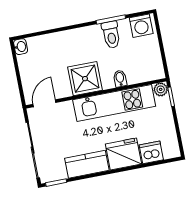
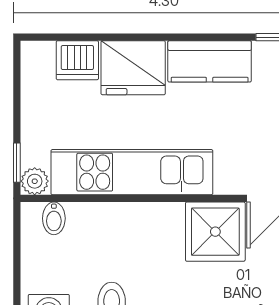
shower: (85, 79) -> (215, 232), moved
bidet: (120, 79) -> (54, 218), moved

